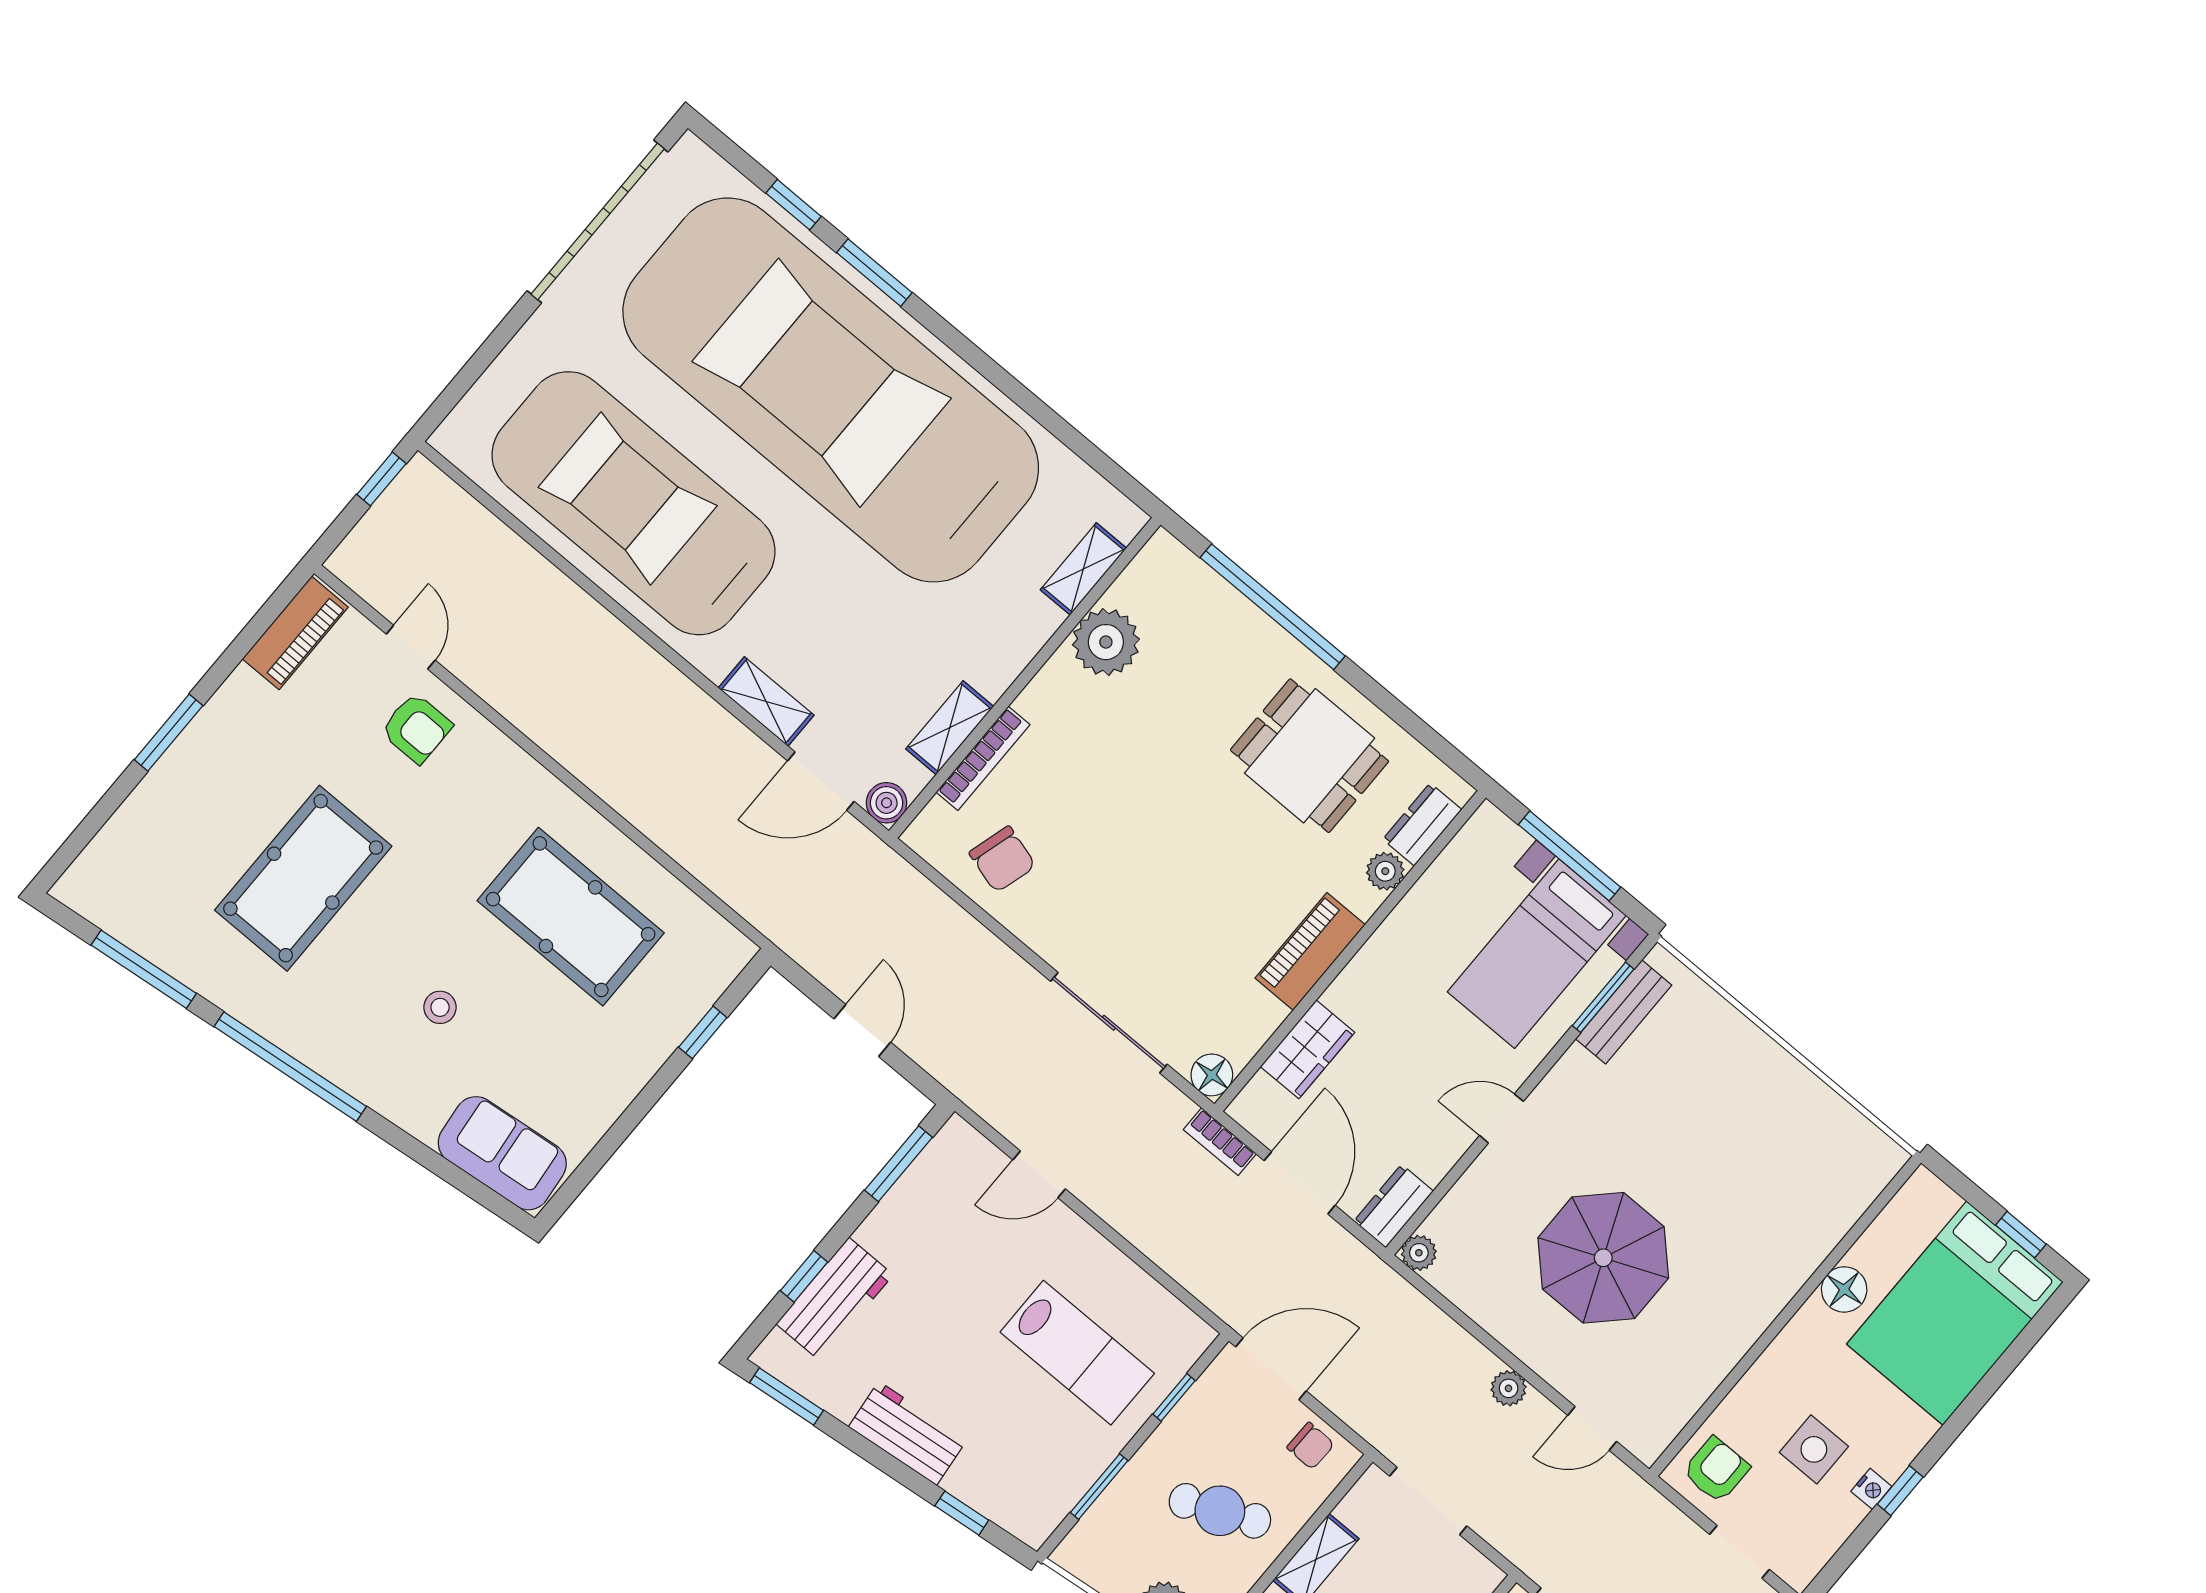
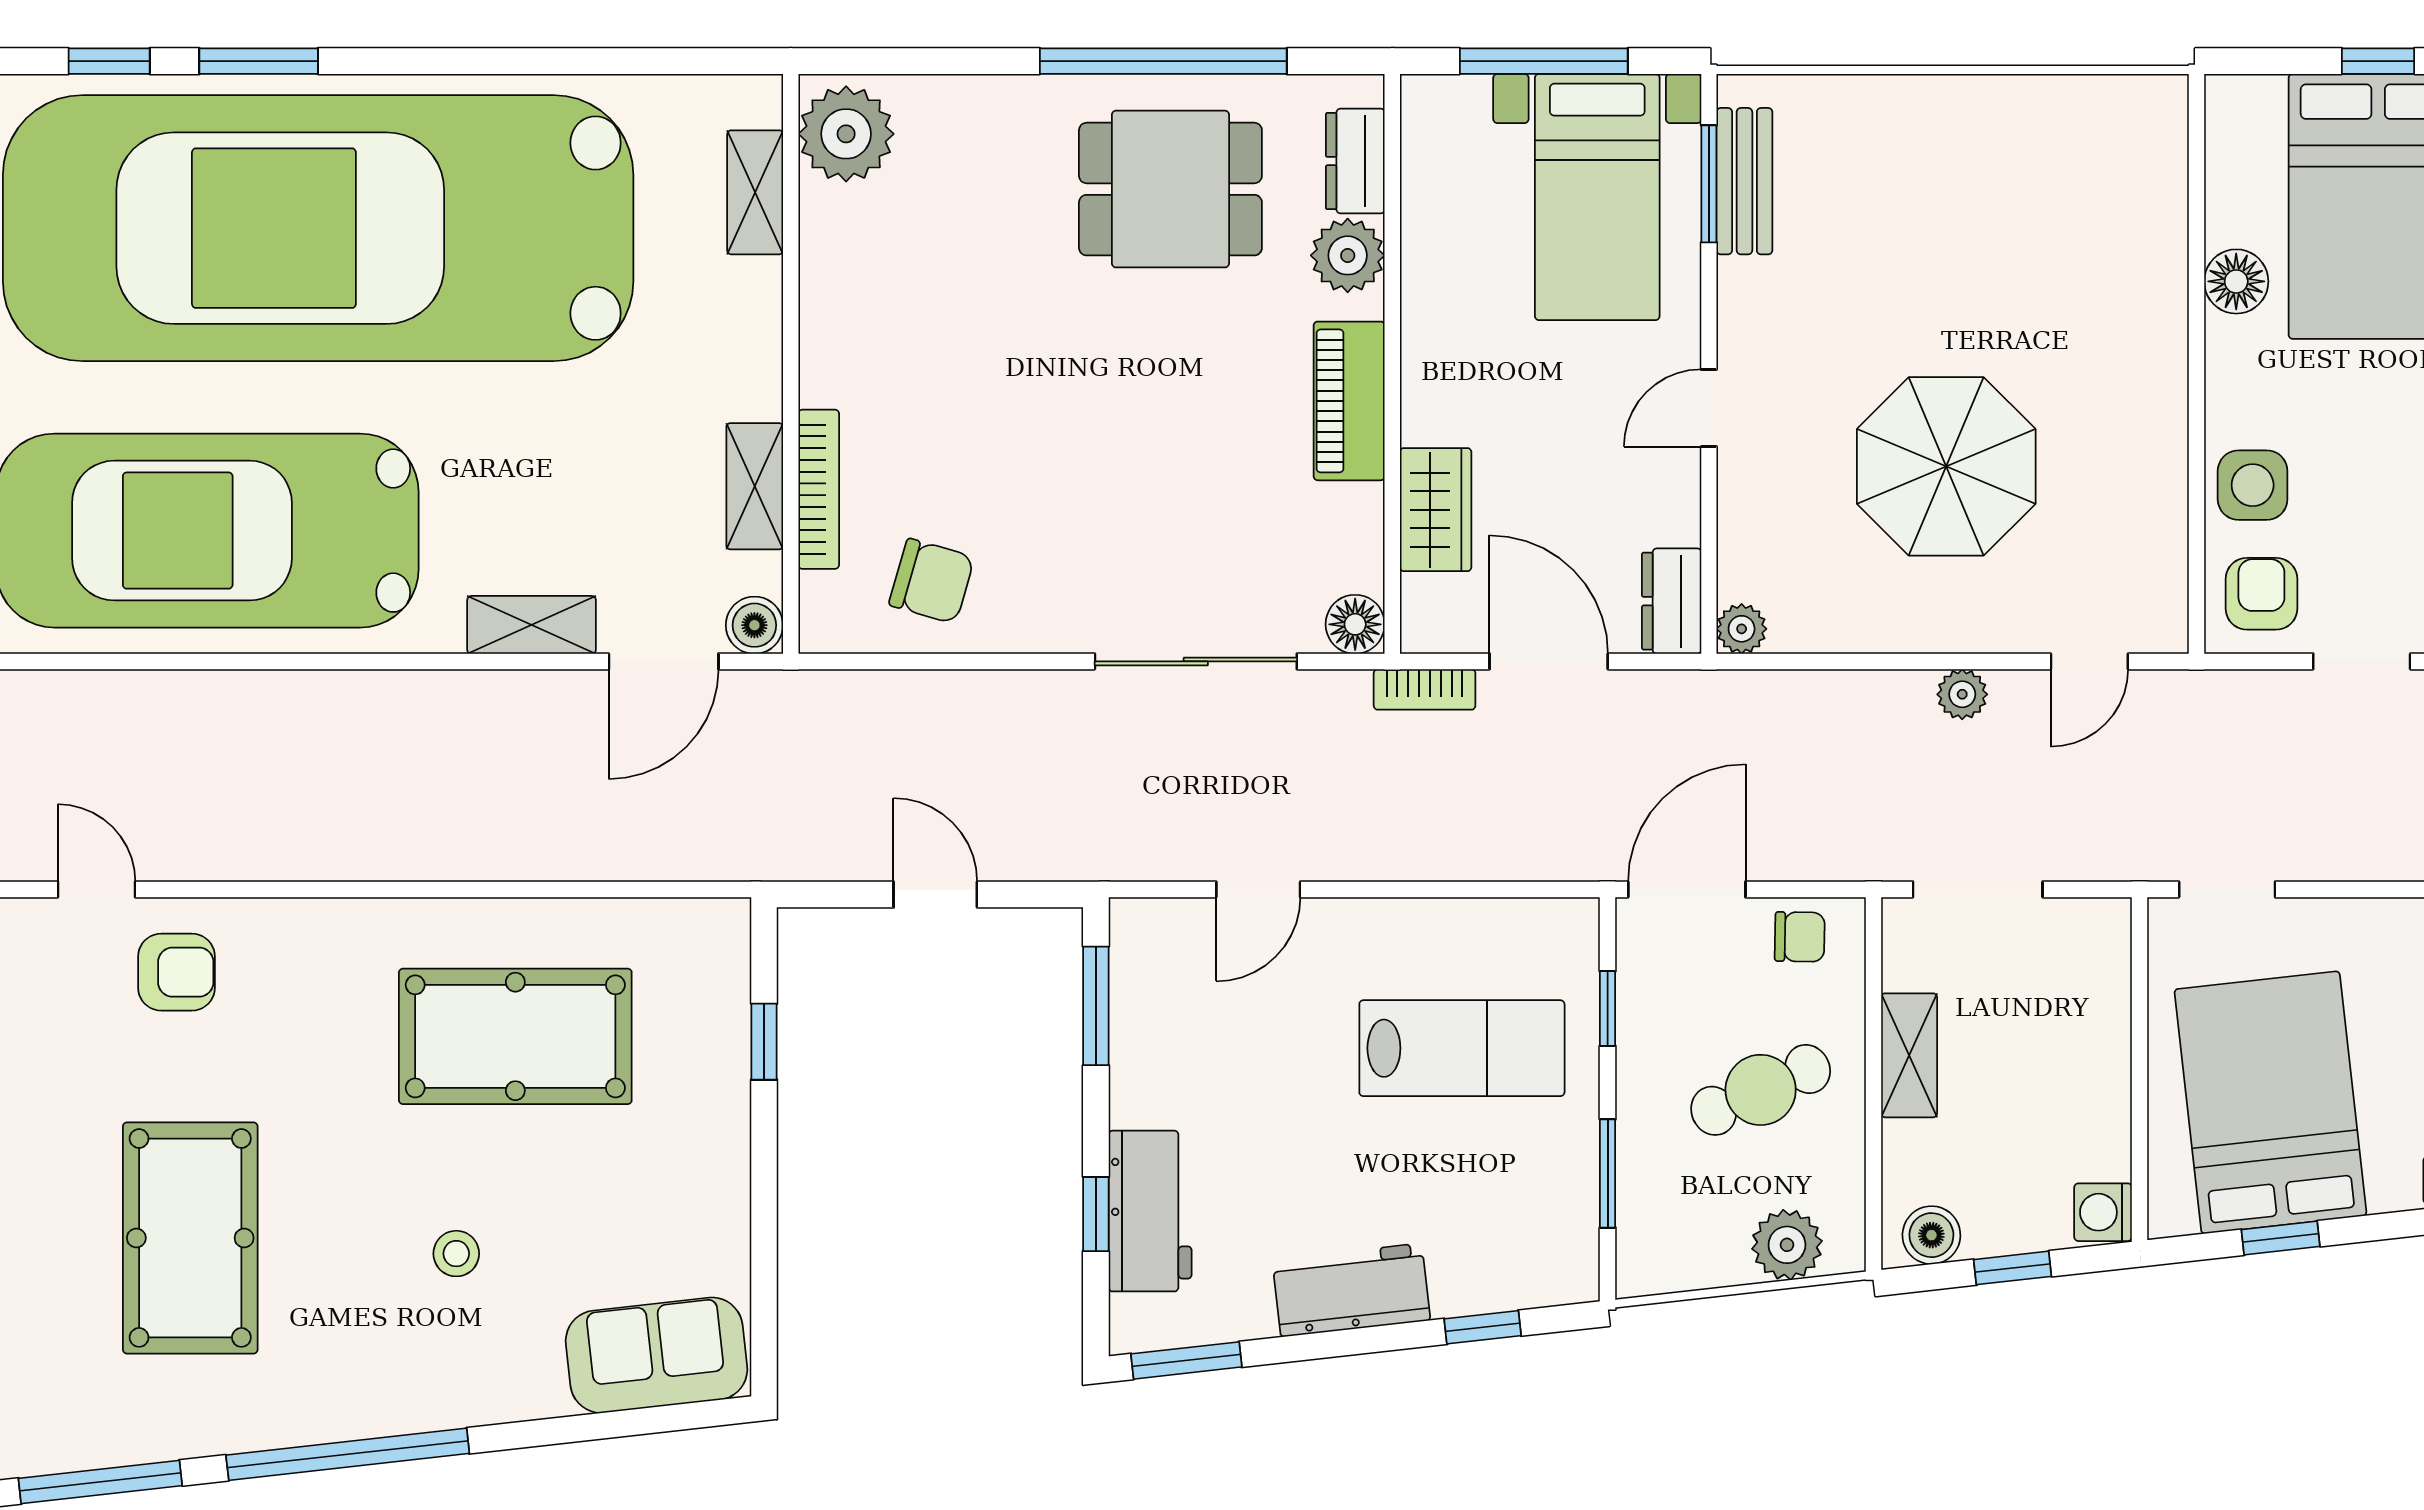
window: (1273, 607) -> (1163, 61), moved
plant: (1106, 642) -> (846, 134), moved
plant: (1385, 871) -> (1348, 255), width x1.38, depth x1.38
side table: (1814, 1449) -> (2253, 485), moved

